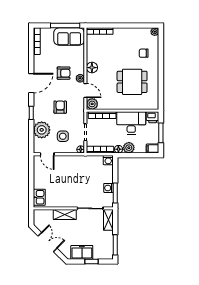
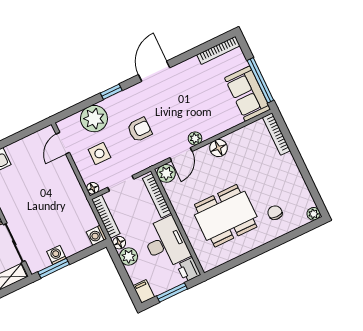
armchair: (64, 73) -> (191, 111), removed
dining table: (132, 82) -> (226, 216), width x1.38
door: (31, 83) -> (154, 71), swing flipped

